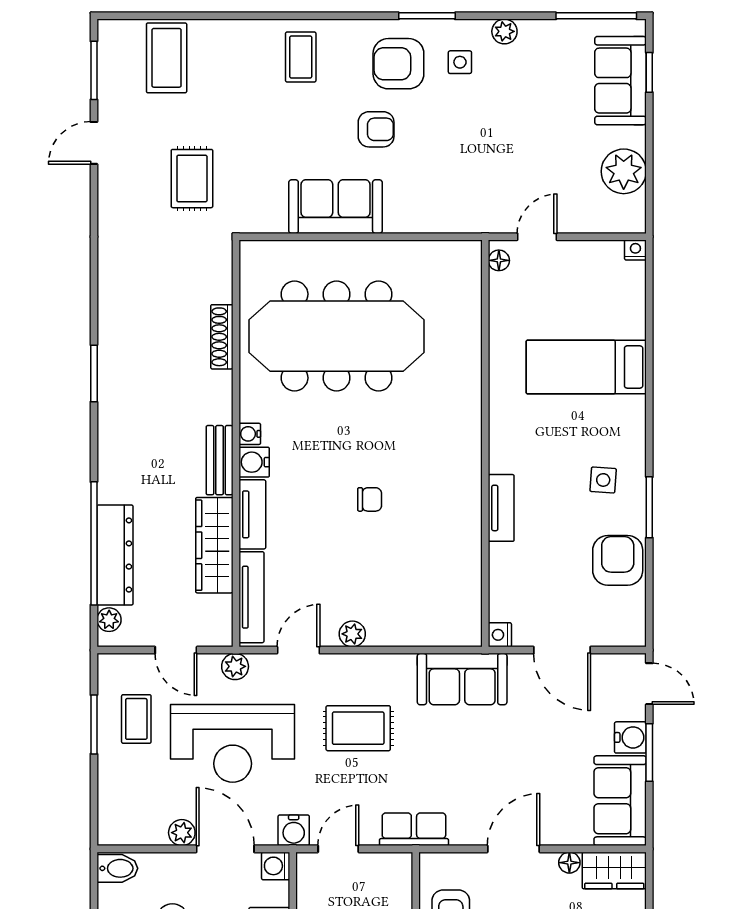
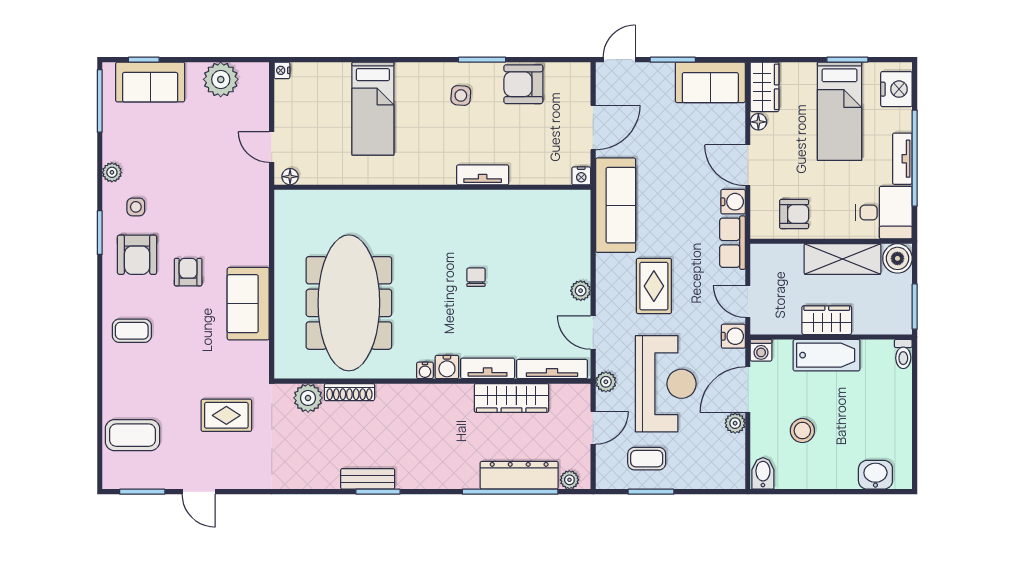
plant: (214, 284) -> (308, 398), added
bench: (220, 460) -> (368, 479), moved
sofa: (462, 679) -> (616, 205), width x1.36
water cooler: (630, 737) -> (733, 202), moved, turned 90

